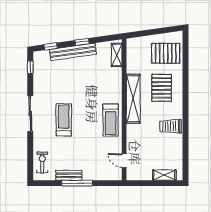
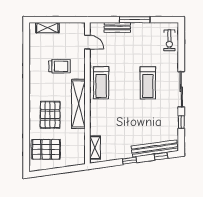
bench: (73, 52) -> (155, 149), moved
window: (30, 67) -> (181, 122), moved
treadmill: (111, 120) -> (101, 83), turned 180
trolley: (171, 126) -> (60, 66), moved
bench: (69, 175) -> (117, 27), moved

